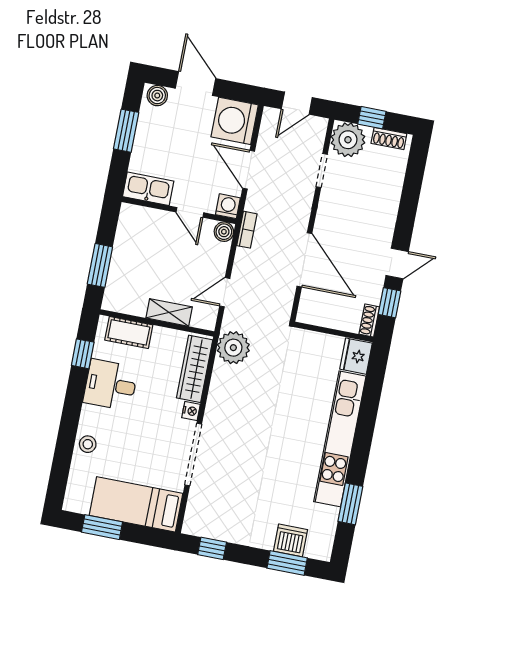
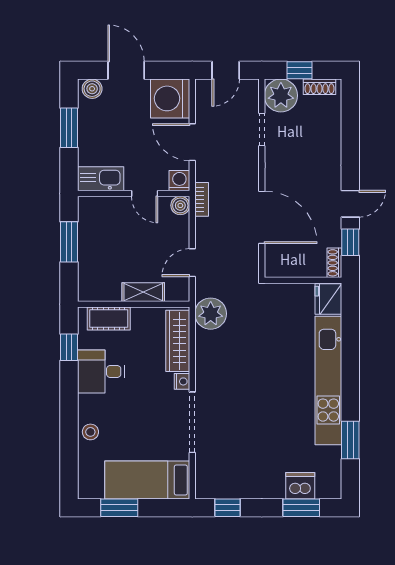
window: (100, 265) -> (69, 242), moved

